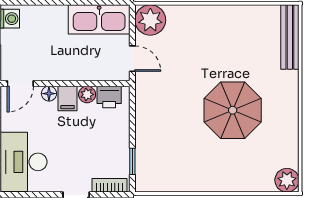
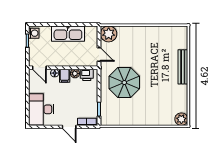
kitchen sink: (99, 19) -> (68, 34), moved
bench: (290, 37) -> (183, 67), moved
door: (20, 83) -> (39, 68), hinge flipped
parasol: (233, 110) -> (124, 83), moved

